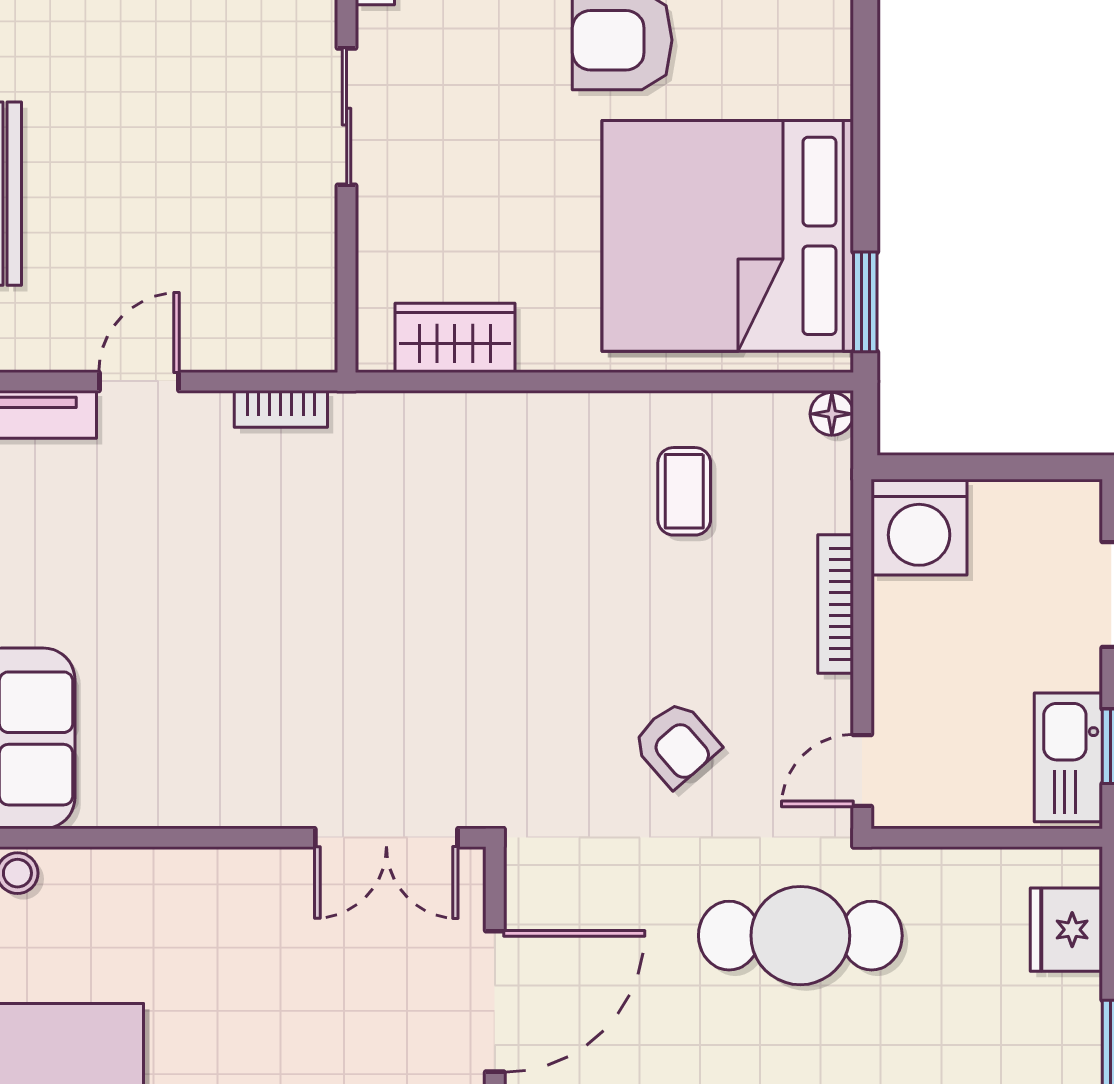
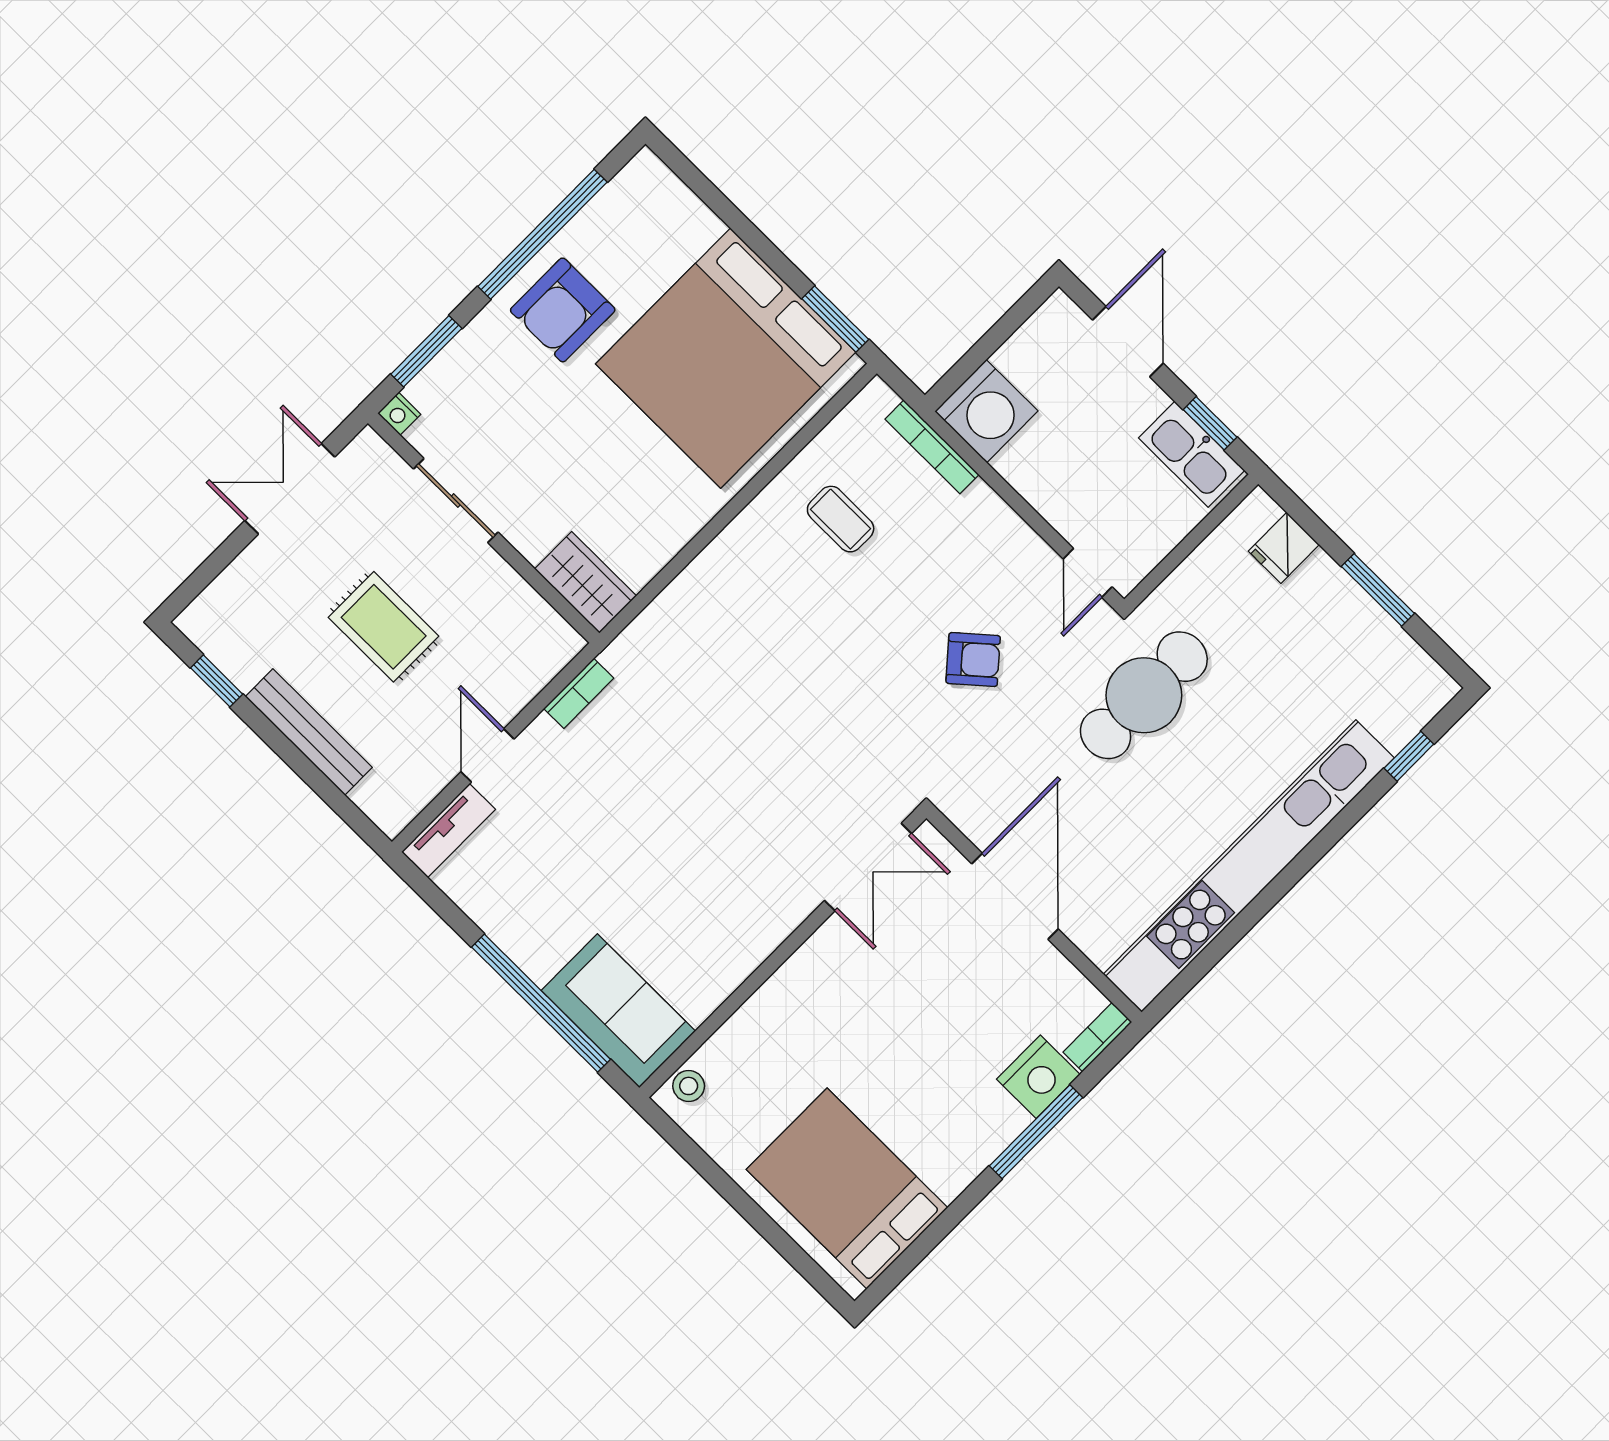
rug: (163, 166) -> (384, 627), added
wardrobe: (455, 338) -> (585, 582), moved, turned 90
floor lamp: (832, 414) -> (878, 397), removed
bookcase: (836, 604) -> (932, 447), moved
fridge: (1066, 930) -> (1284, 548), width x0.72

